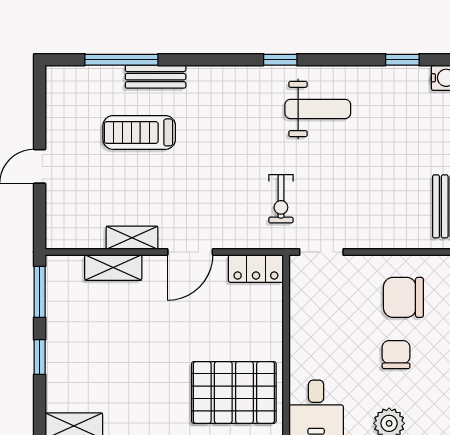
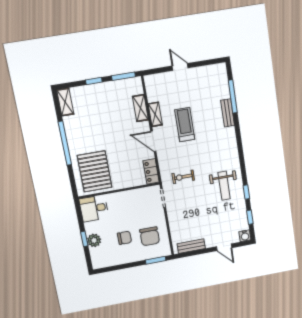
window: (280, 60) -> (246, 192), moved
treadmill: (139, 132) -> (185, 125), moved
chair: (403, 297) -> (150, 236), turned 180

